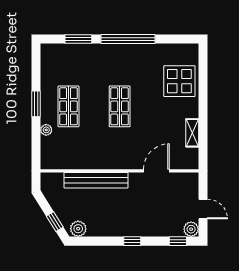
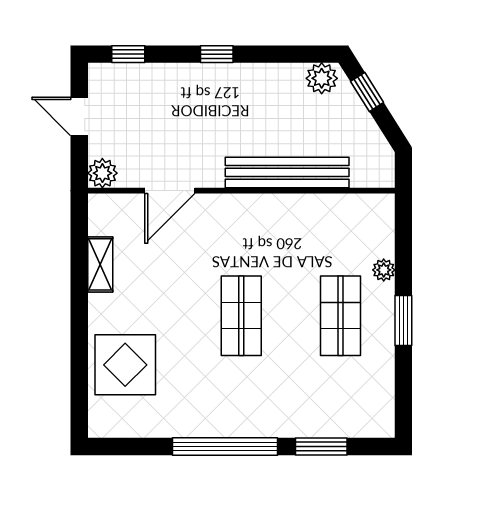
plant: (191, 229) -> (102, 173), moved

